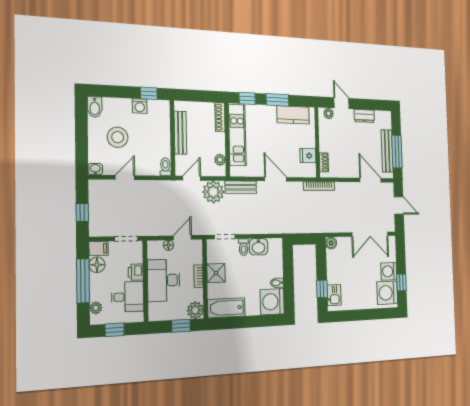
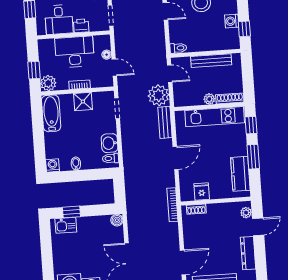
dresser: (364, 116) -> (248, 253), width x1.44
plant: (220, 160) -> (209, 99), moved
toilet: (244, 247) -> (111, 158), moved
washing machine: (272, 302) -> (53, 166), width x0.53, depth x0.53

